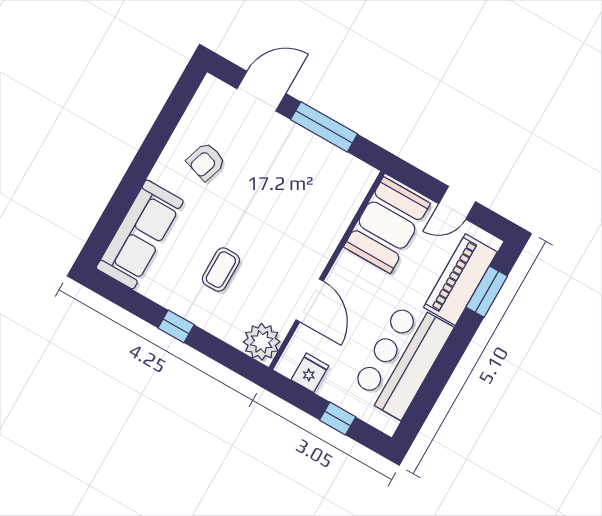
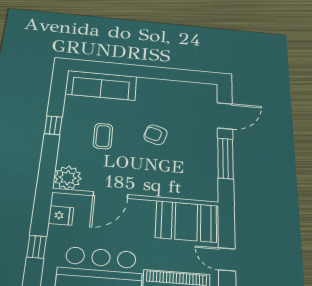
door: (261, 91) -> (225, 116), hinge flipped
armchair: (206, 162) -> (156, 135), moved
coffee table: (221, 270) -> (103, 136), turned 90

